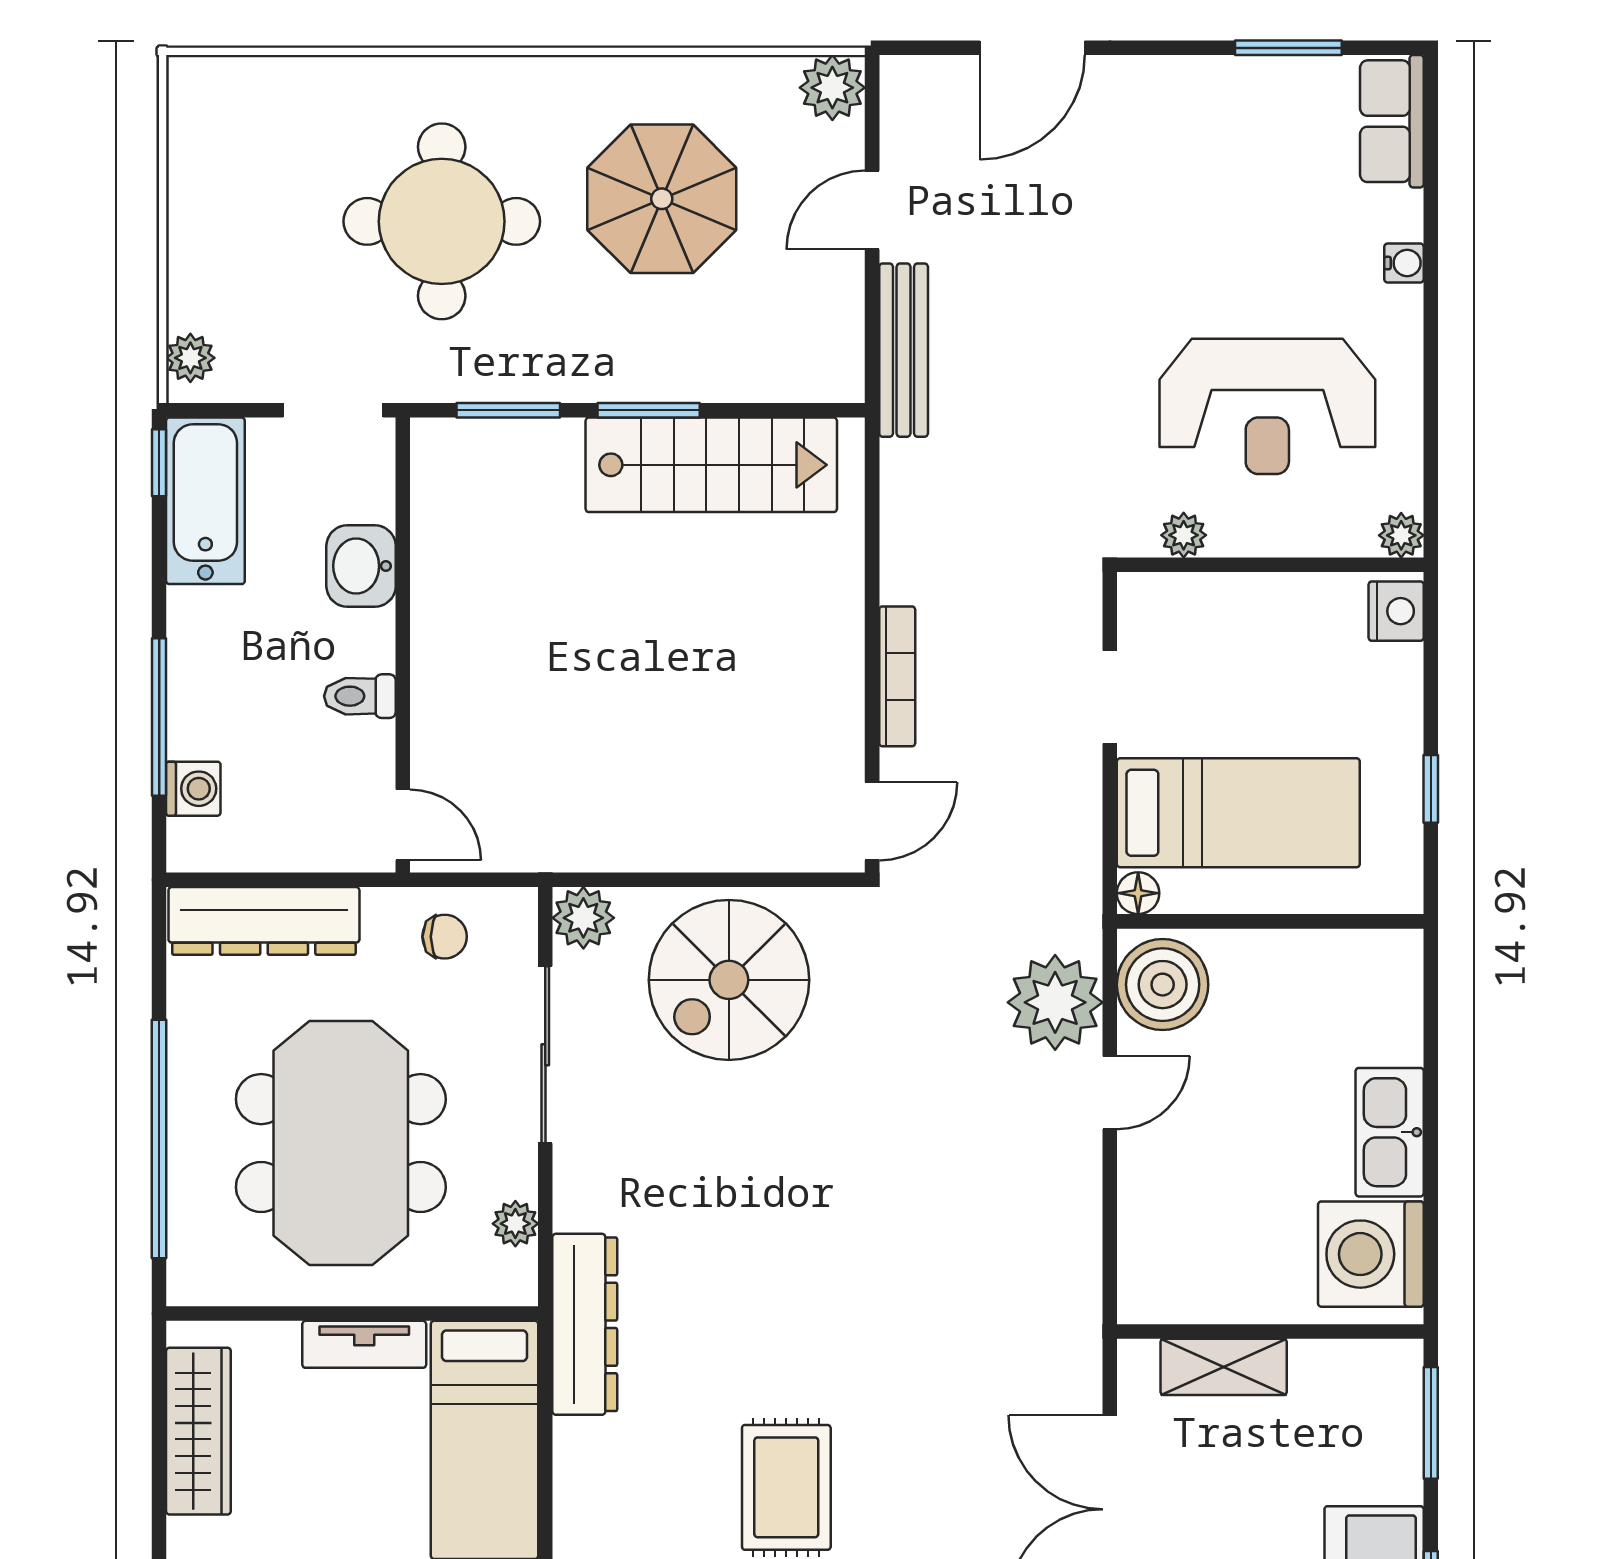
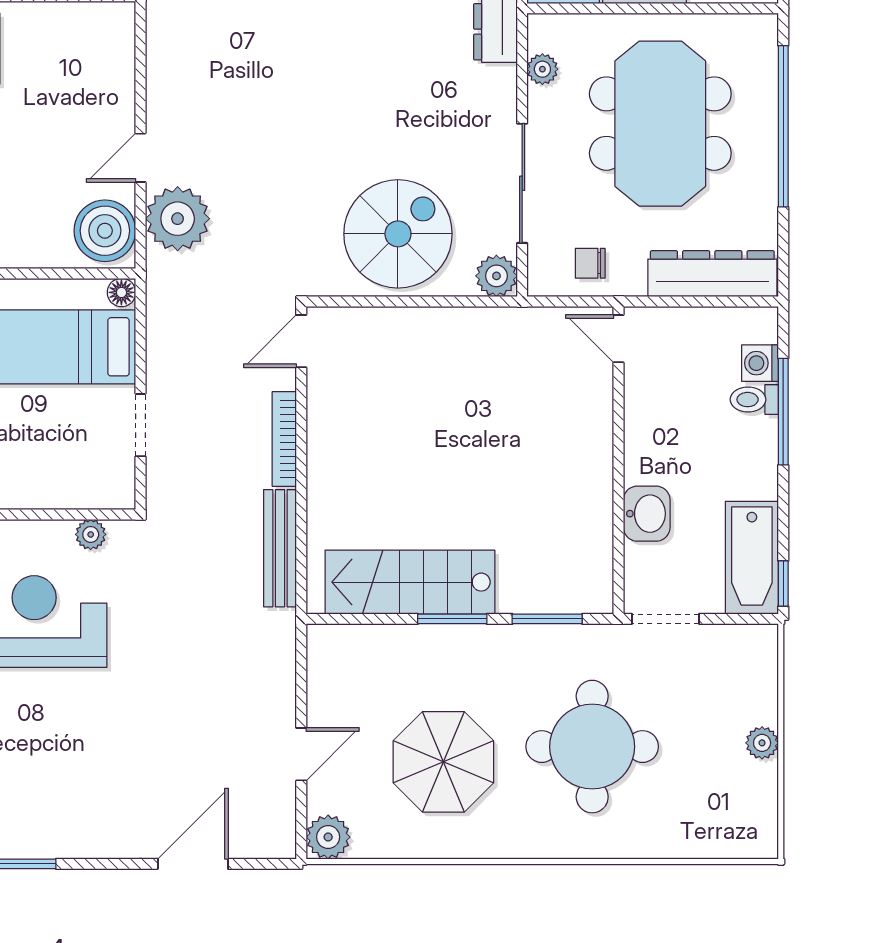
bench: (904, 350) -> (280, 548), moved
plant: (190, 358) -> (762, 743), moved
toilet: (360, 696) -> (754, 400), moved, turned 180

